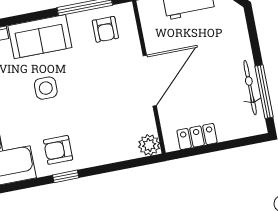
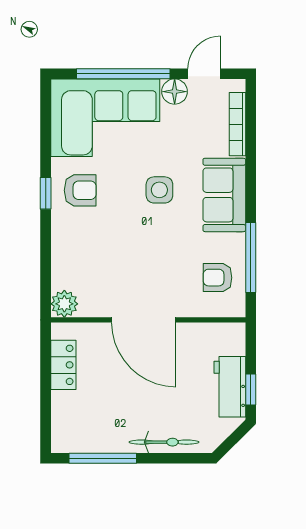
bicycle: (250, 88) -> (164, 442), moved
armchair: (58, 150) -> (80, 190), turned 90

